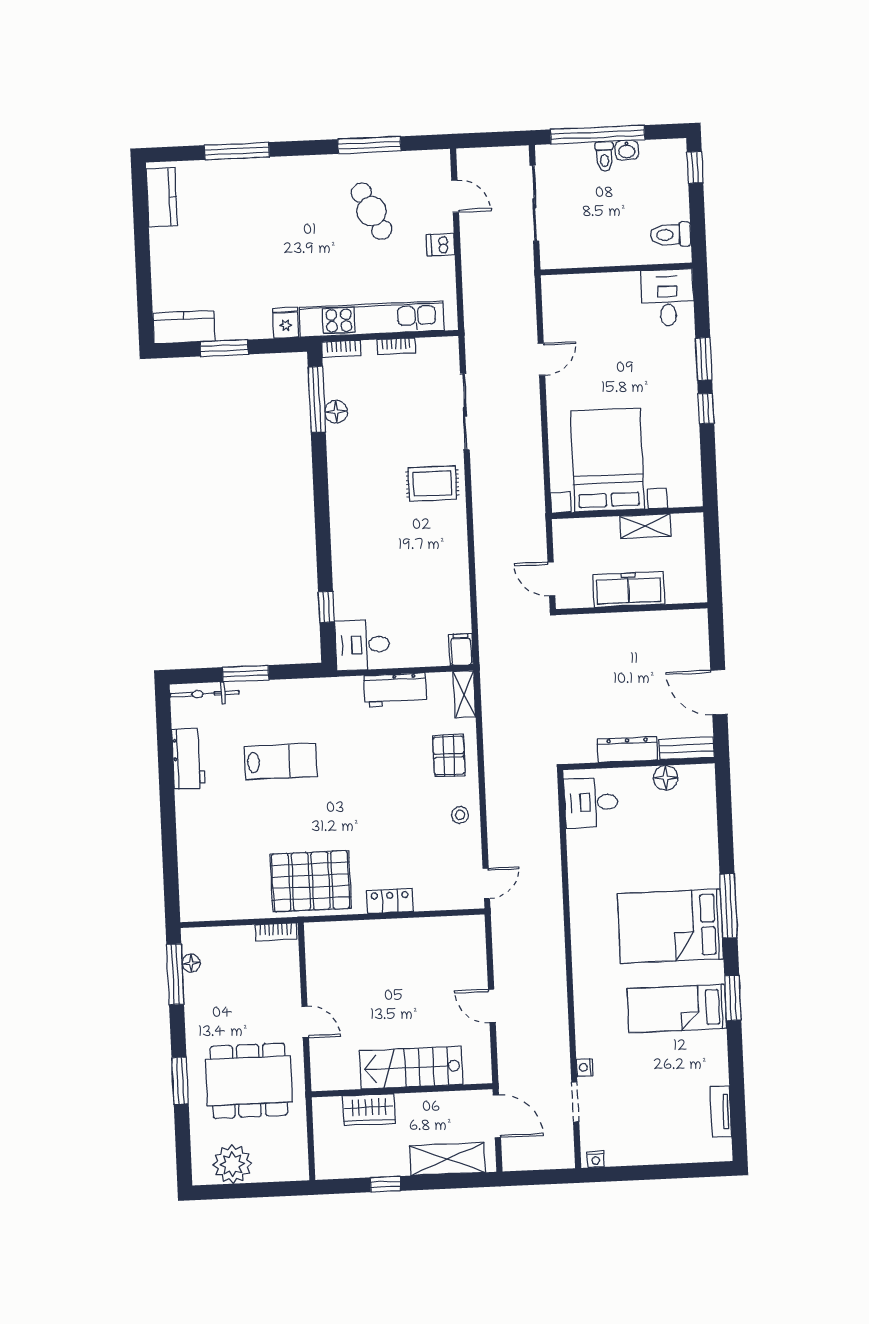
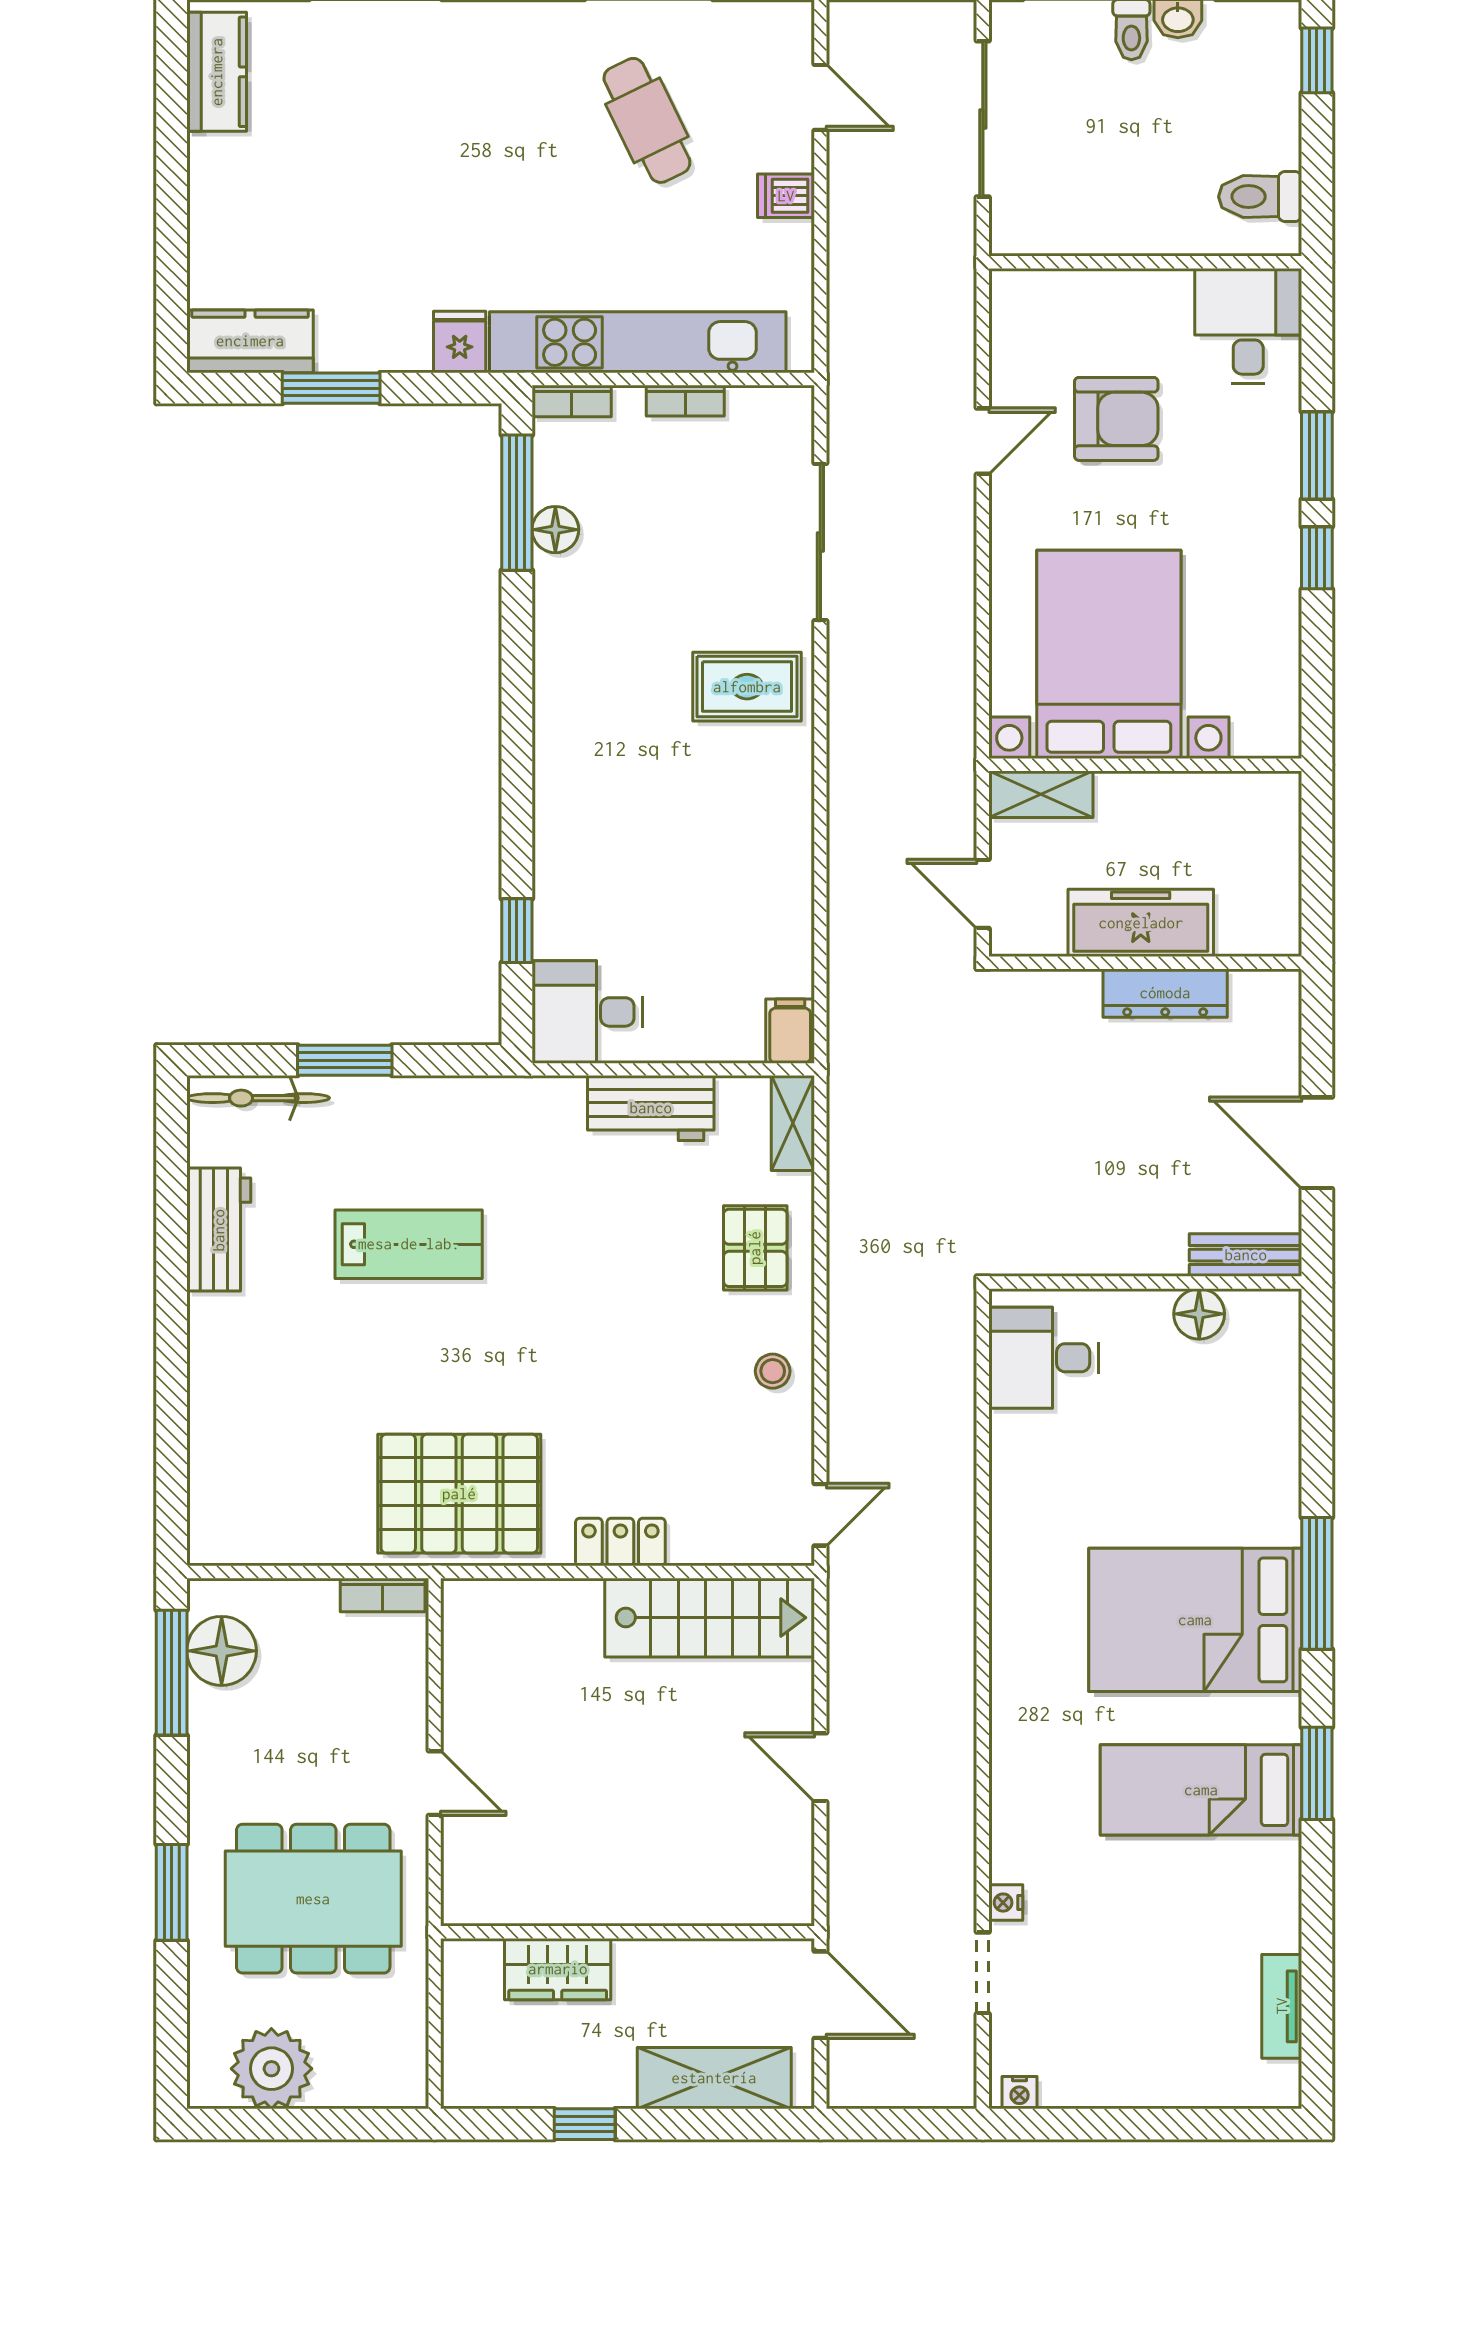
armchair: (606, 346) -> (1116, 419), added
shelving: (645, 526) -> (1041, 794), moved
dresser: (627, 750) -> (1165, 993), moved, turned 180
floor lamp: (191, 963) -> (222, 1651), width x1.89, depth x1.89
stairs: (411, 1068) -> (710, 1618), moved, turned 180

